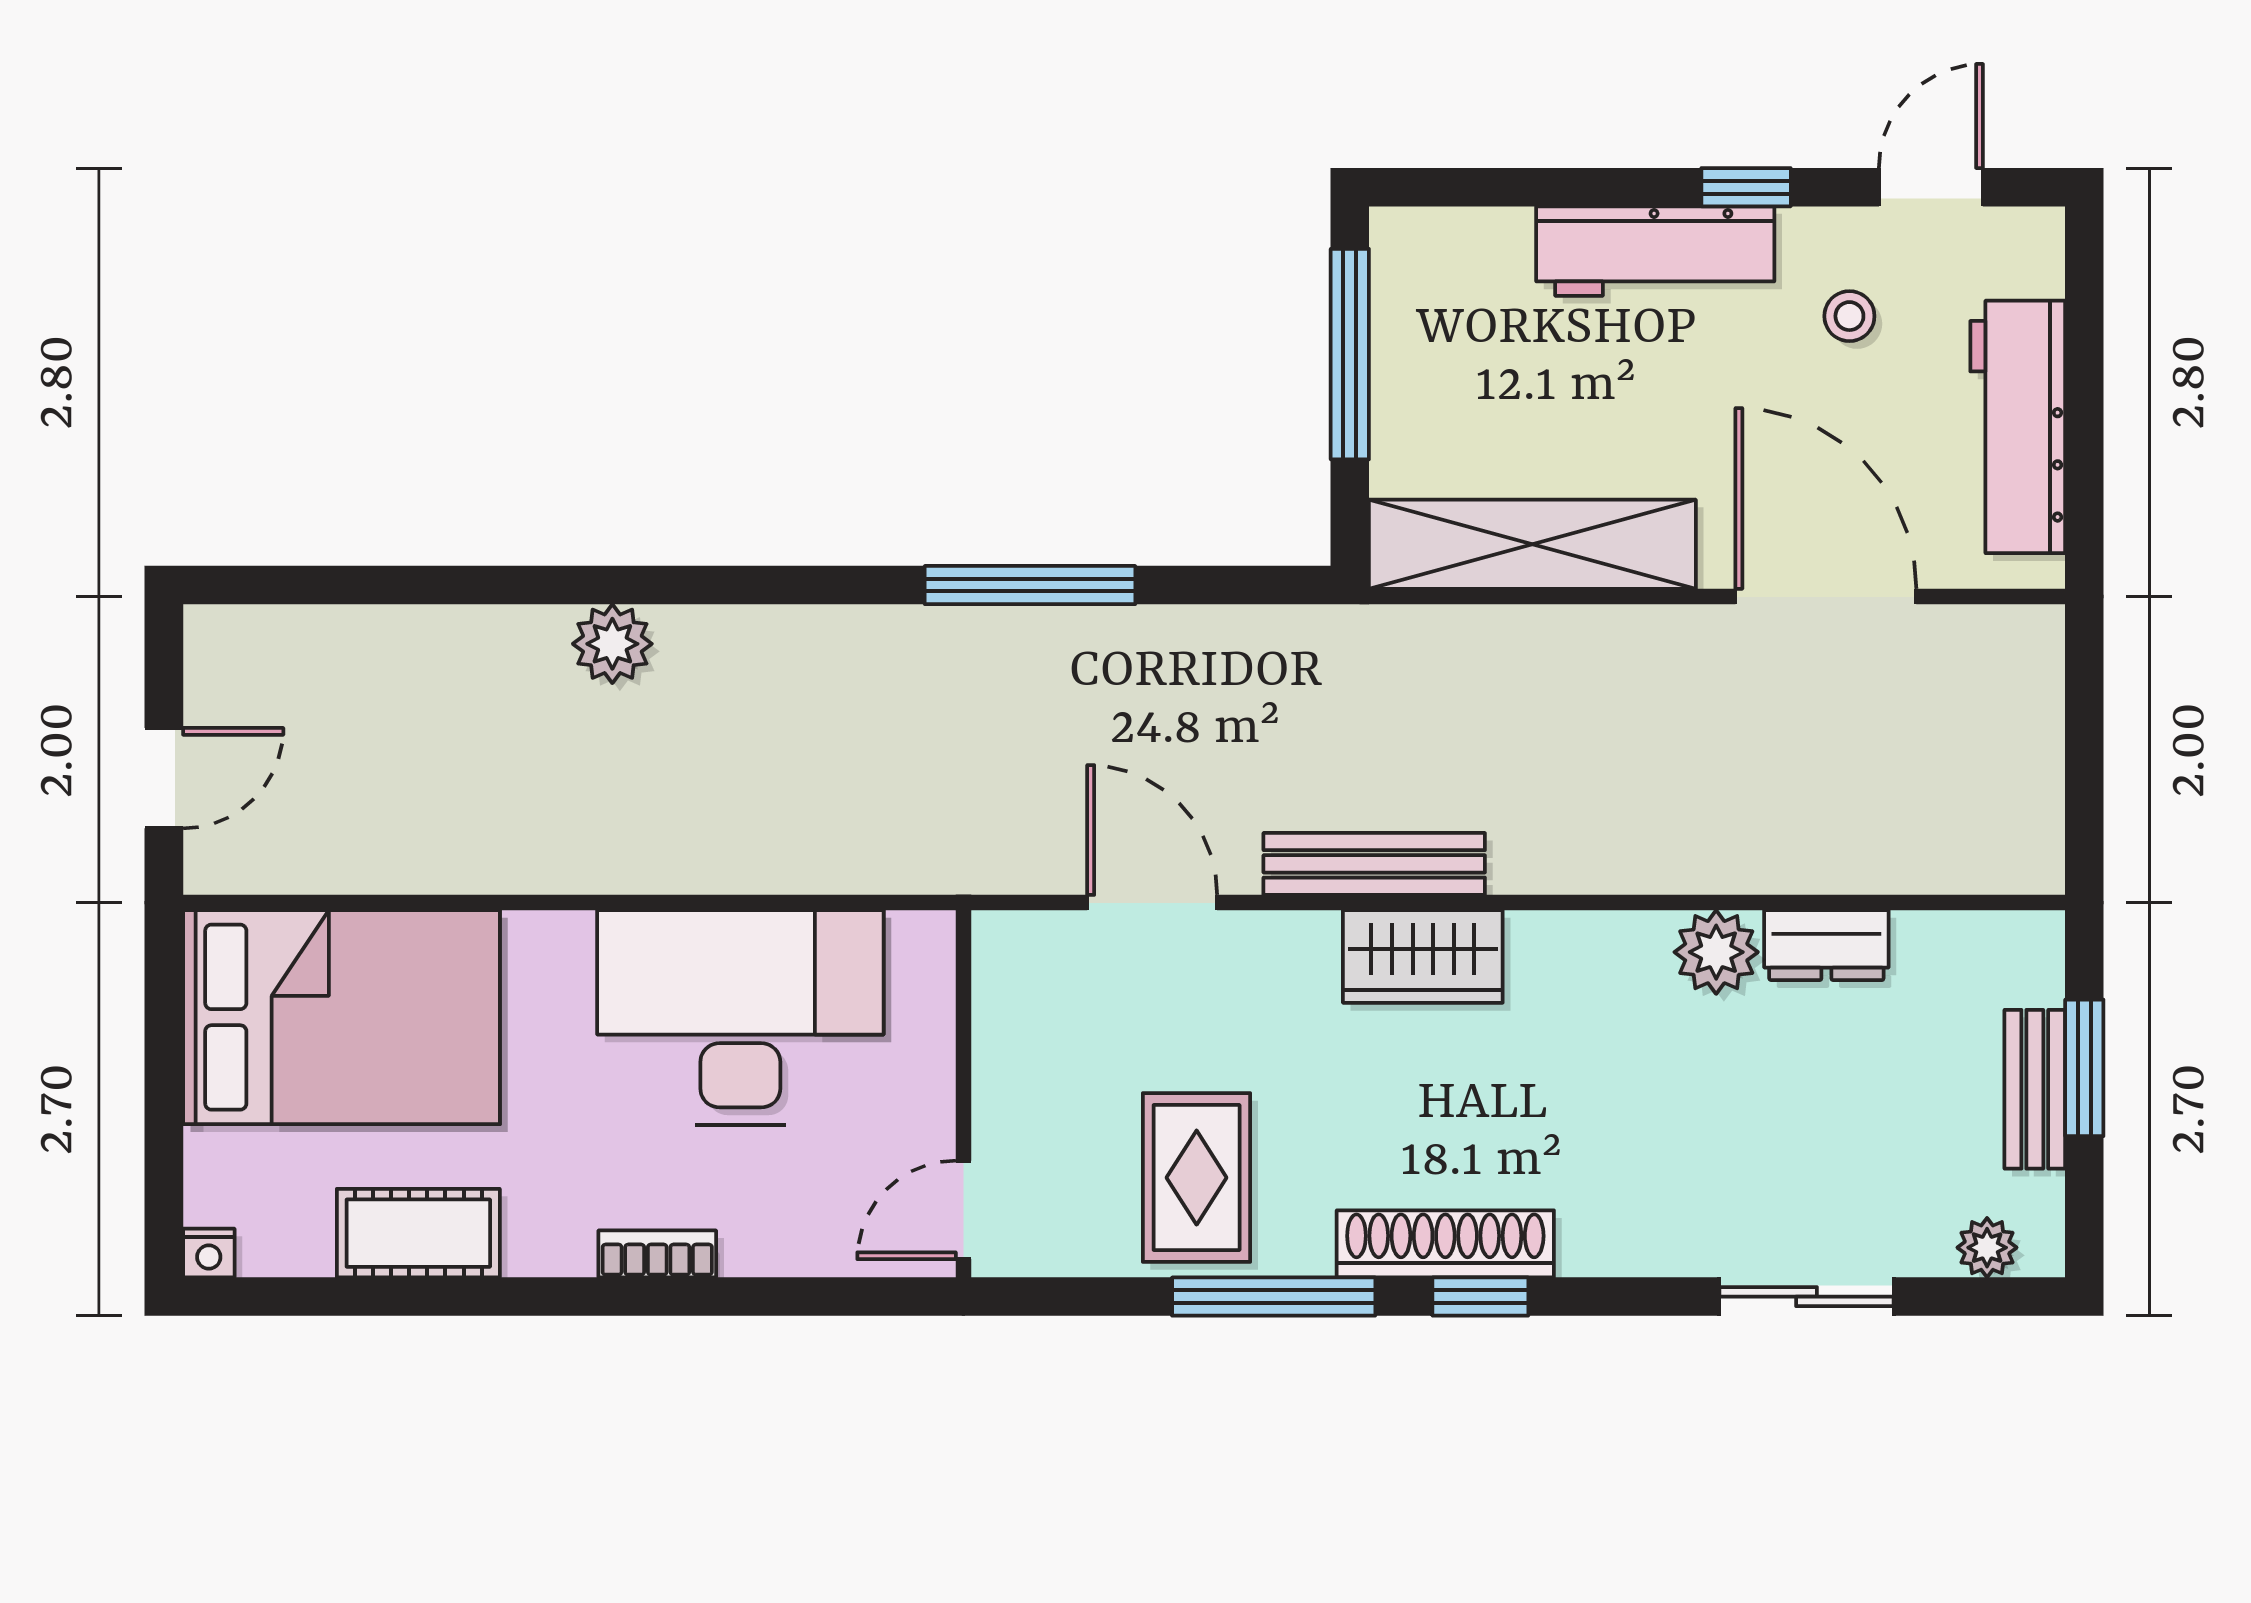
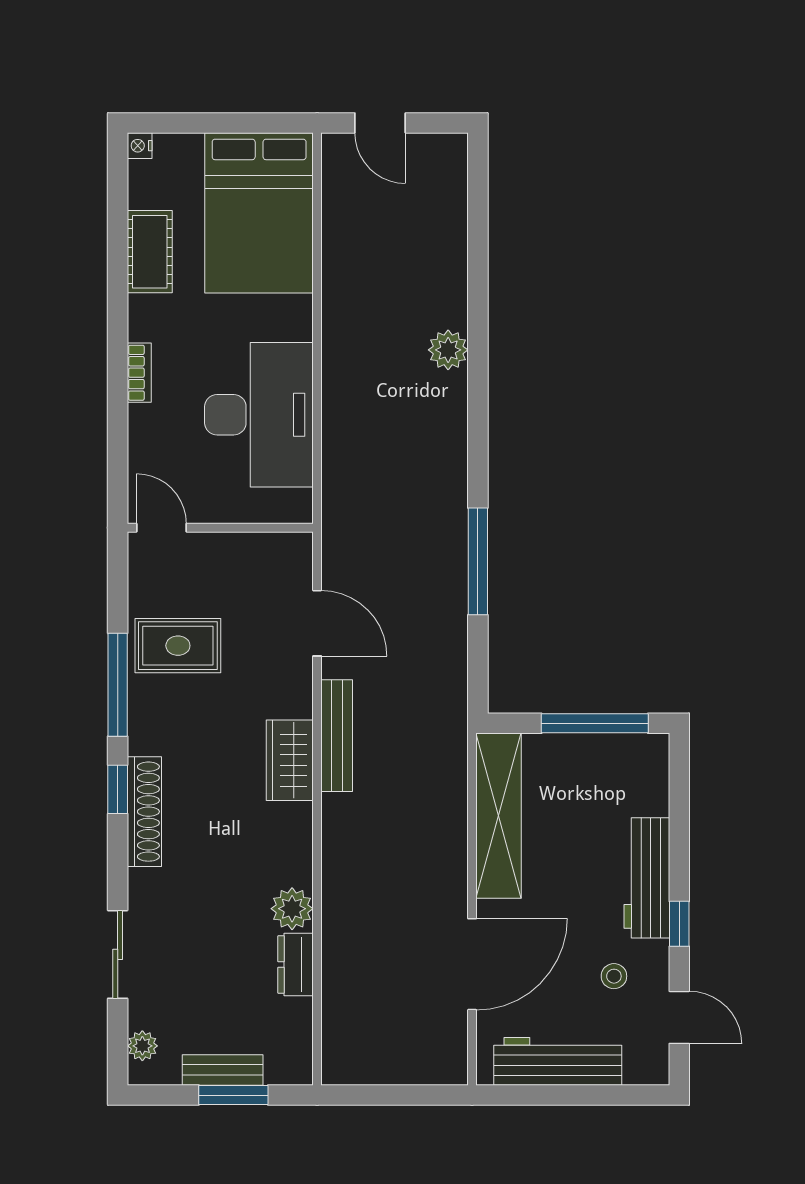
door: (1152, 903) -> (317, 623), hinge flipped
shoe rack: (1445, 1244) -> (144, 812), moved

